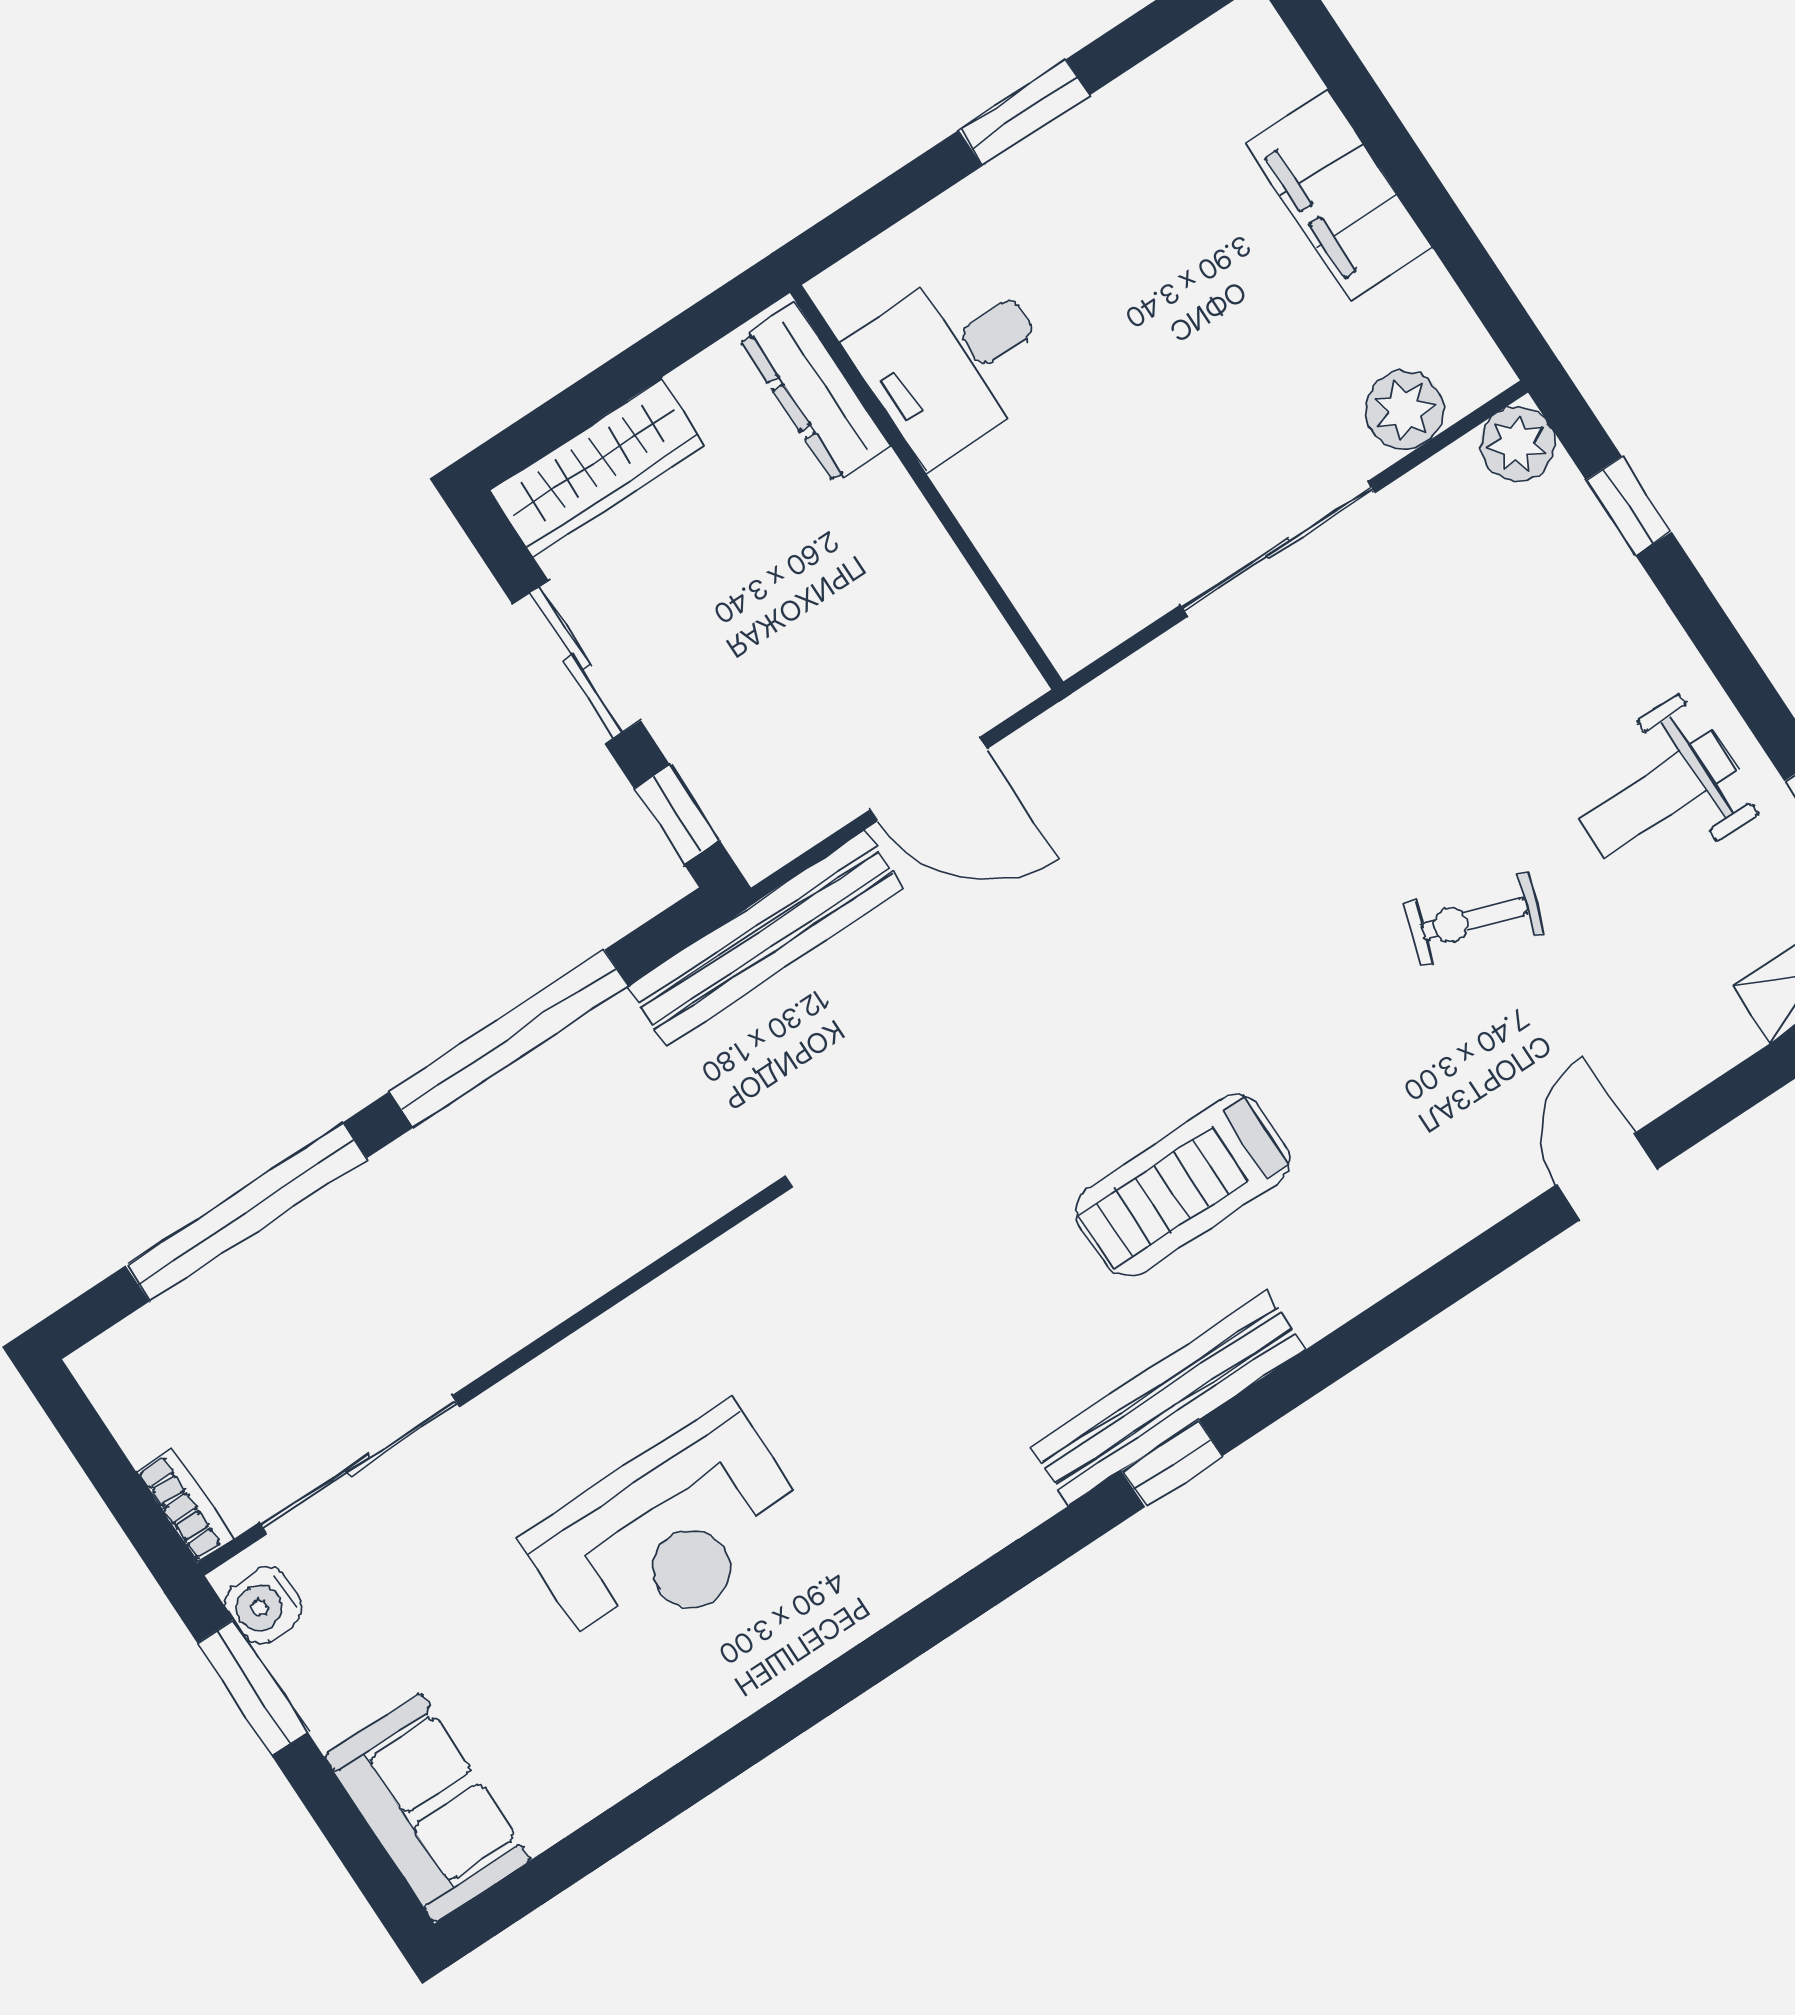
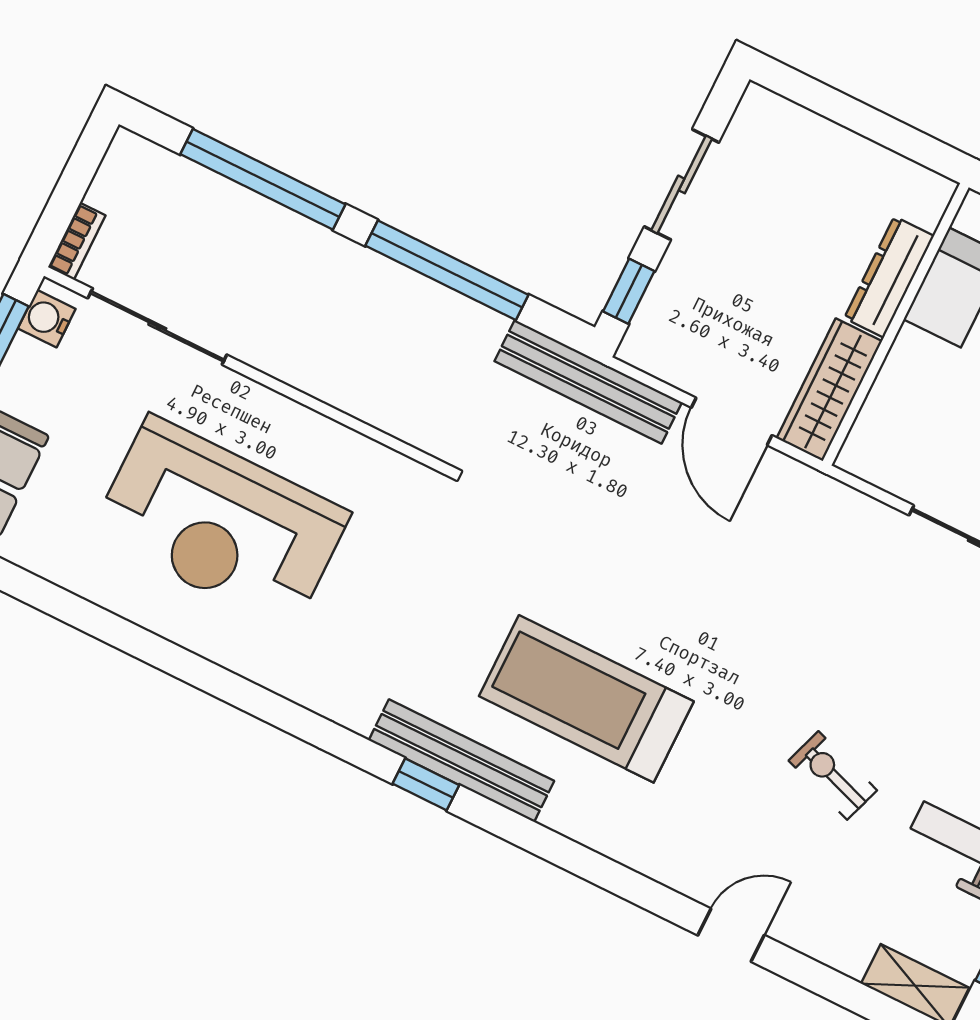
dresser: (815, 392) -> (889, 277), moved
wardrobe: (597, 468) -> (829, 390), moved, turned 90
treadmill: (1183, 1185) -> (586, 699), width x1.37, depth x1.38
reception desk: (668, 1534) -> (220, 523), width x1.36, depth x1.30

